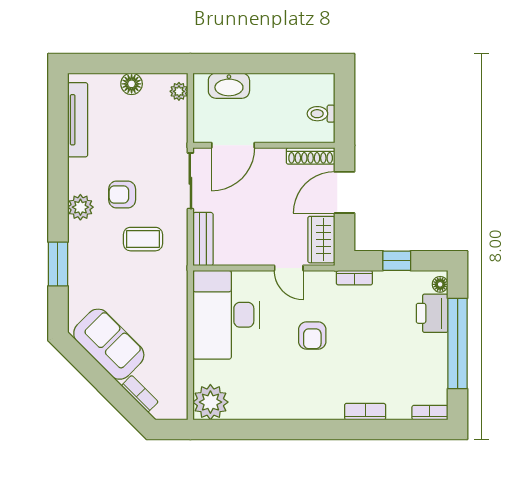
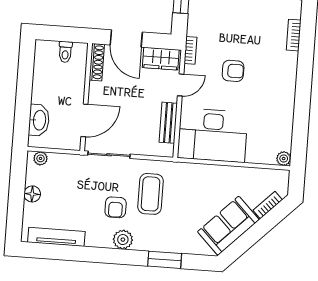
door: (233, 145) -> (84, 120), hinge flipped
coffee table: (143, 239) -> (151, 194), width x1.36, depth x1.30
bench: (203, 239) -> (168, 123), moved, turned 90
bookcase: (354, 278) -> (191, 50), moved
plant: (210, 402) -> (284, 159), width x0.53, depth x0.53

